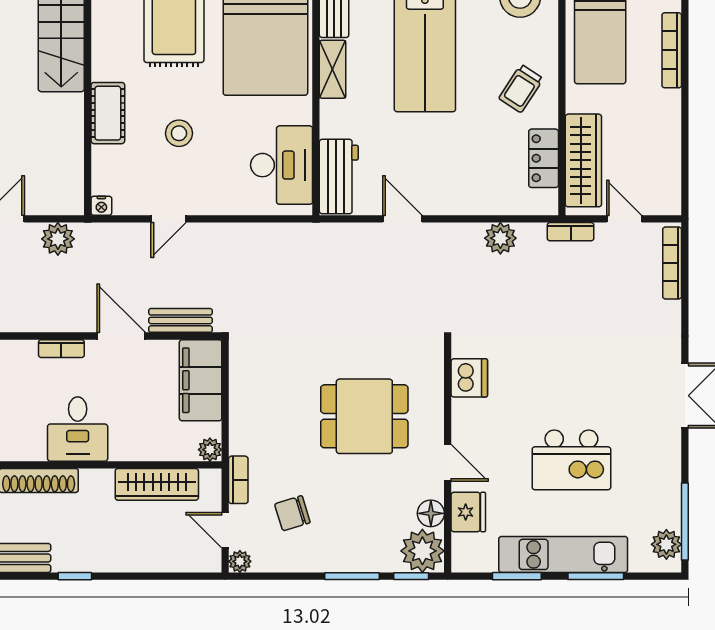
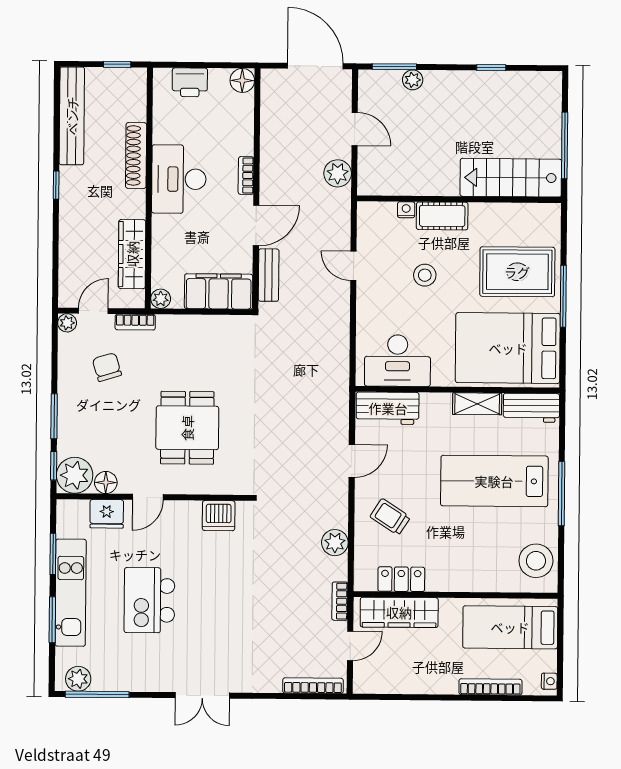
trolley: (521, 88) -> (390, 517), moved
nightstand: (101, 206) -> (406, 210), moved, turned 90
desk: (78, 429) -> (179, 179), width x1.37

